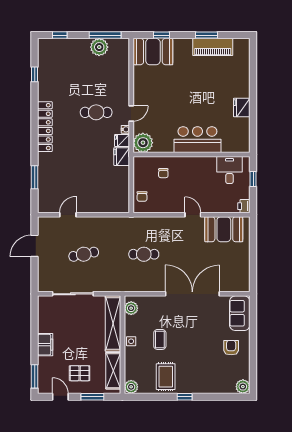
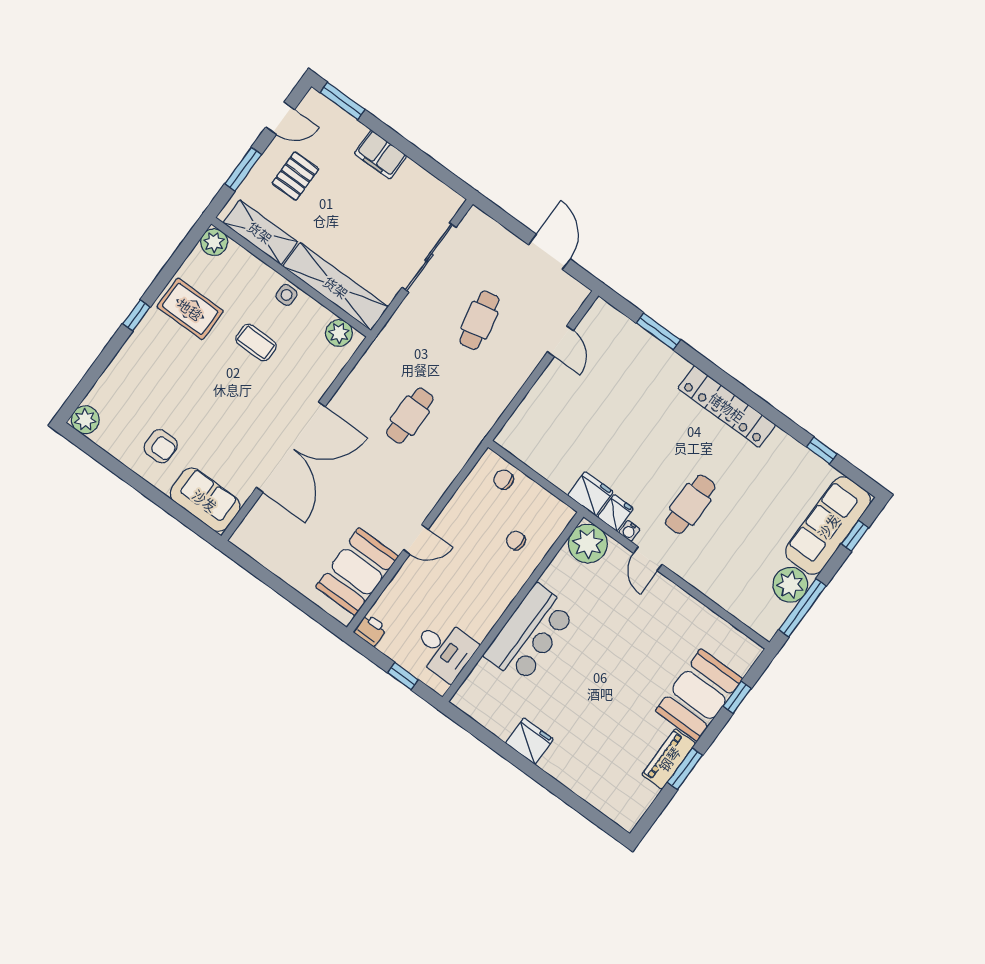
piano: (213, 47) -> (669, 759), width x0.73, depth x0.75
sofa: (64, 49) -> (828, 526), added
booth: (153, 52) -> (699, 695), moved

